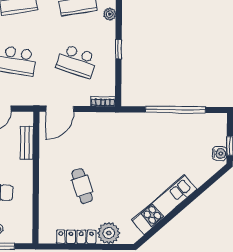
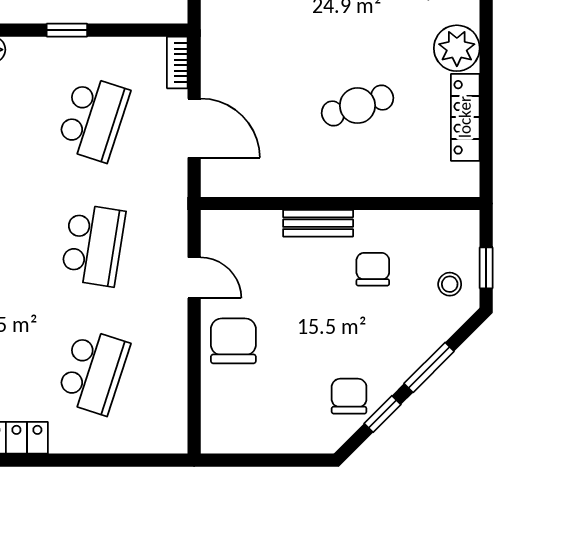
door: (60, 109) -> (194, 128), moved
bench: (27, 143) -> (318, 223), moved

